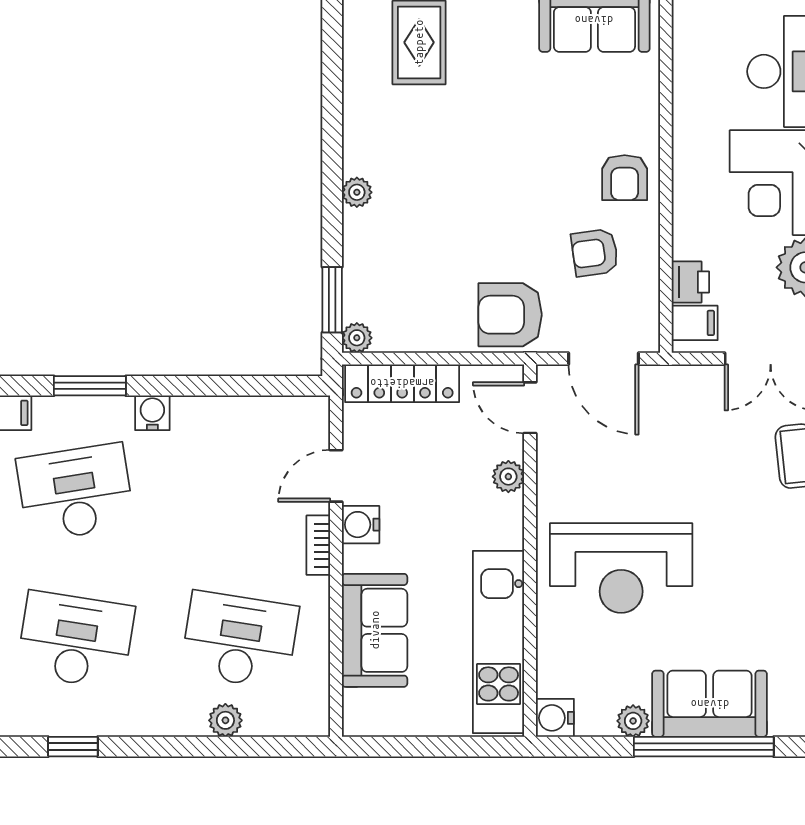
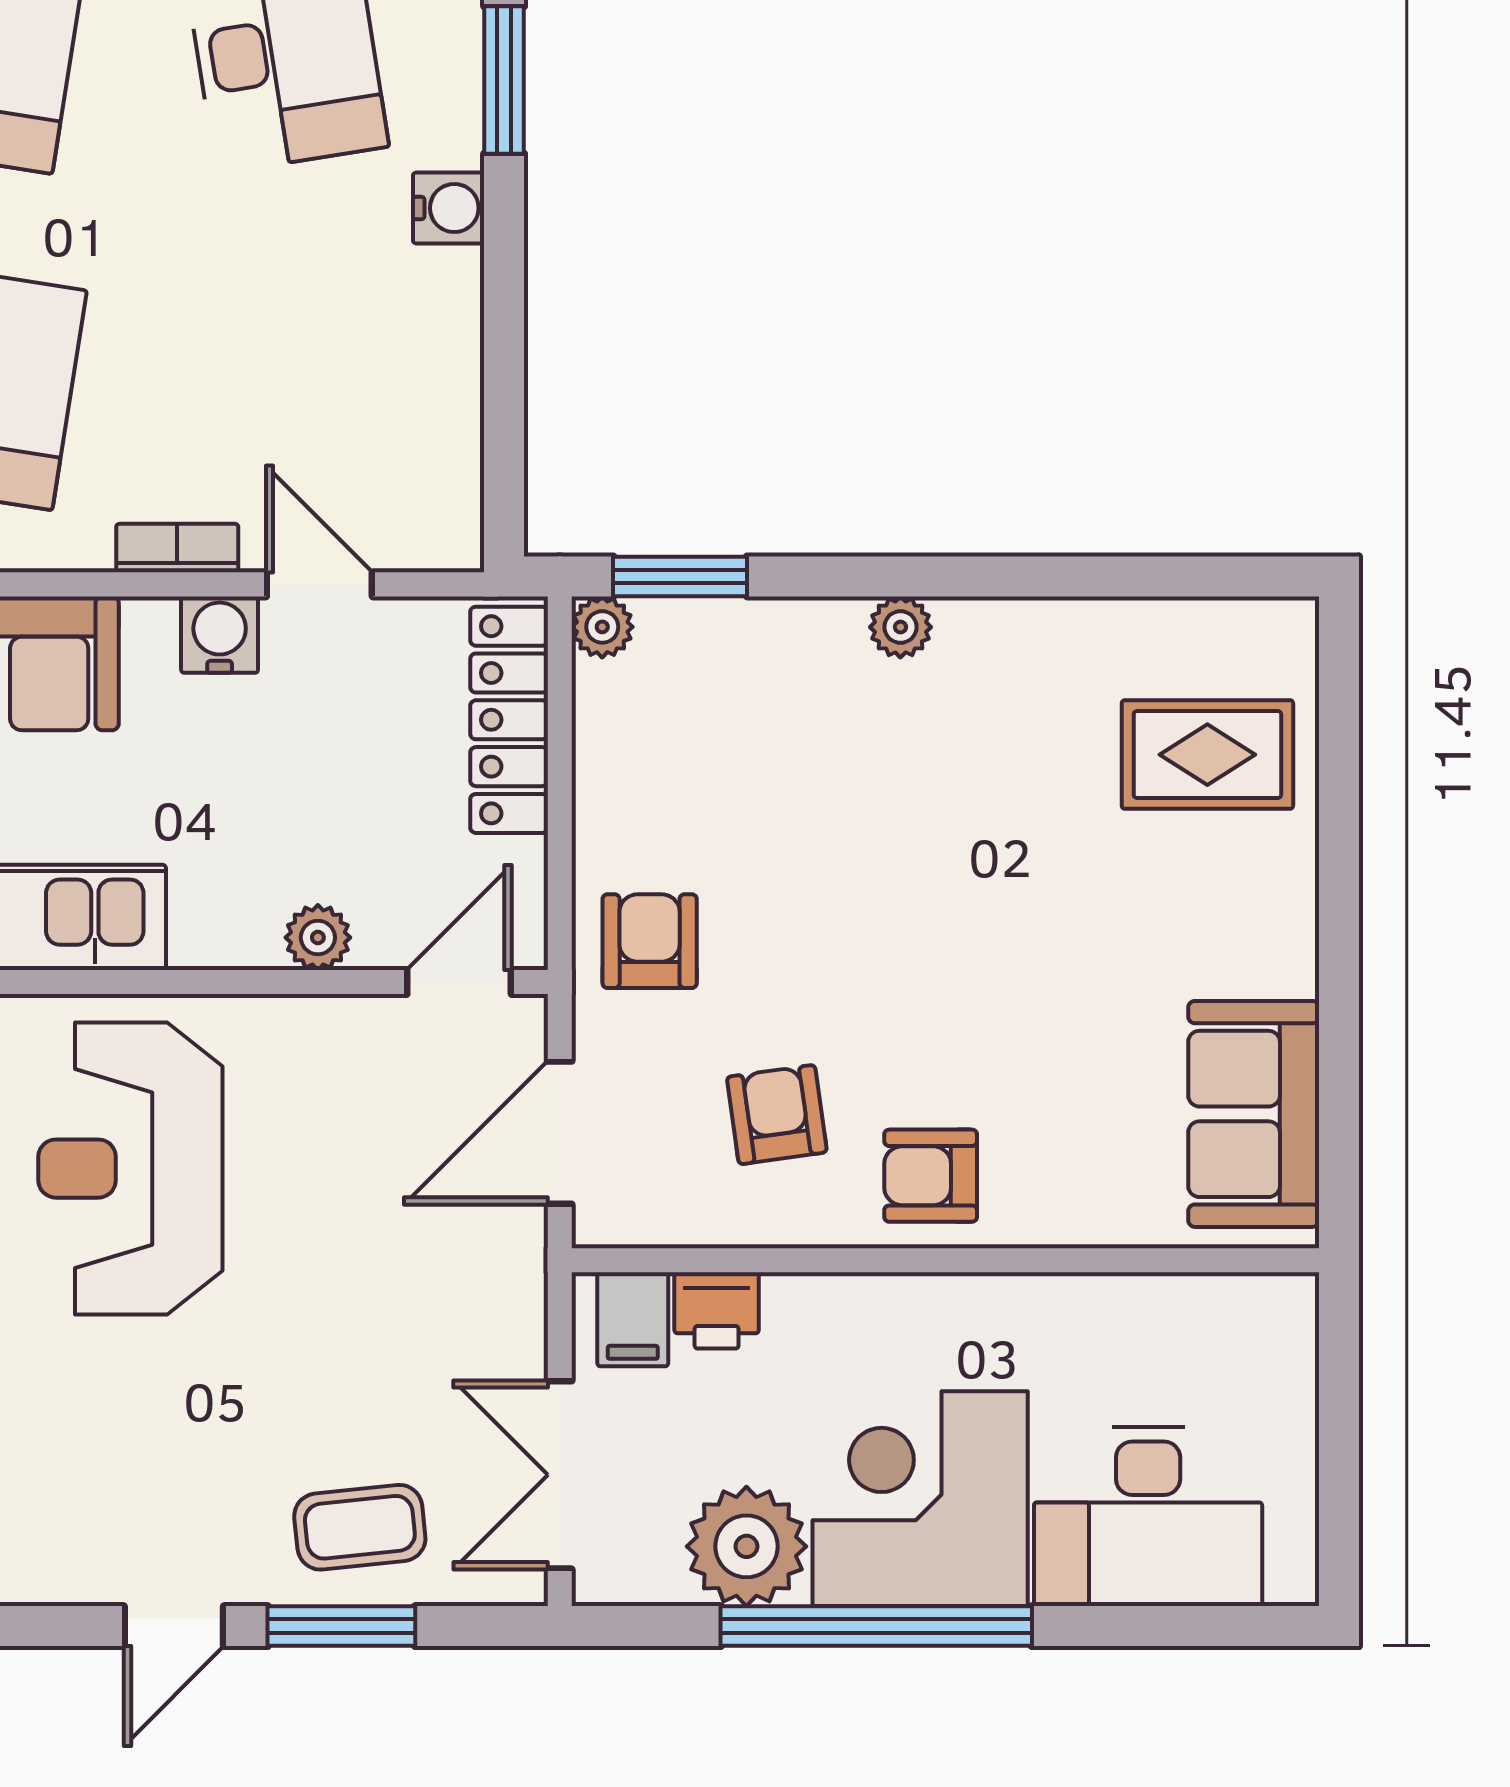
armchair: (510, 315) -> (650, 941), width x0.72, depth x0.72

